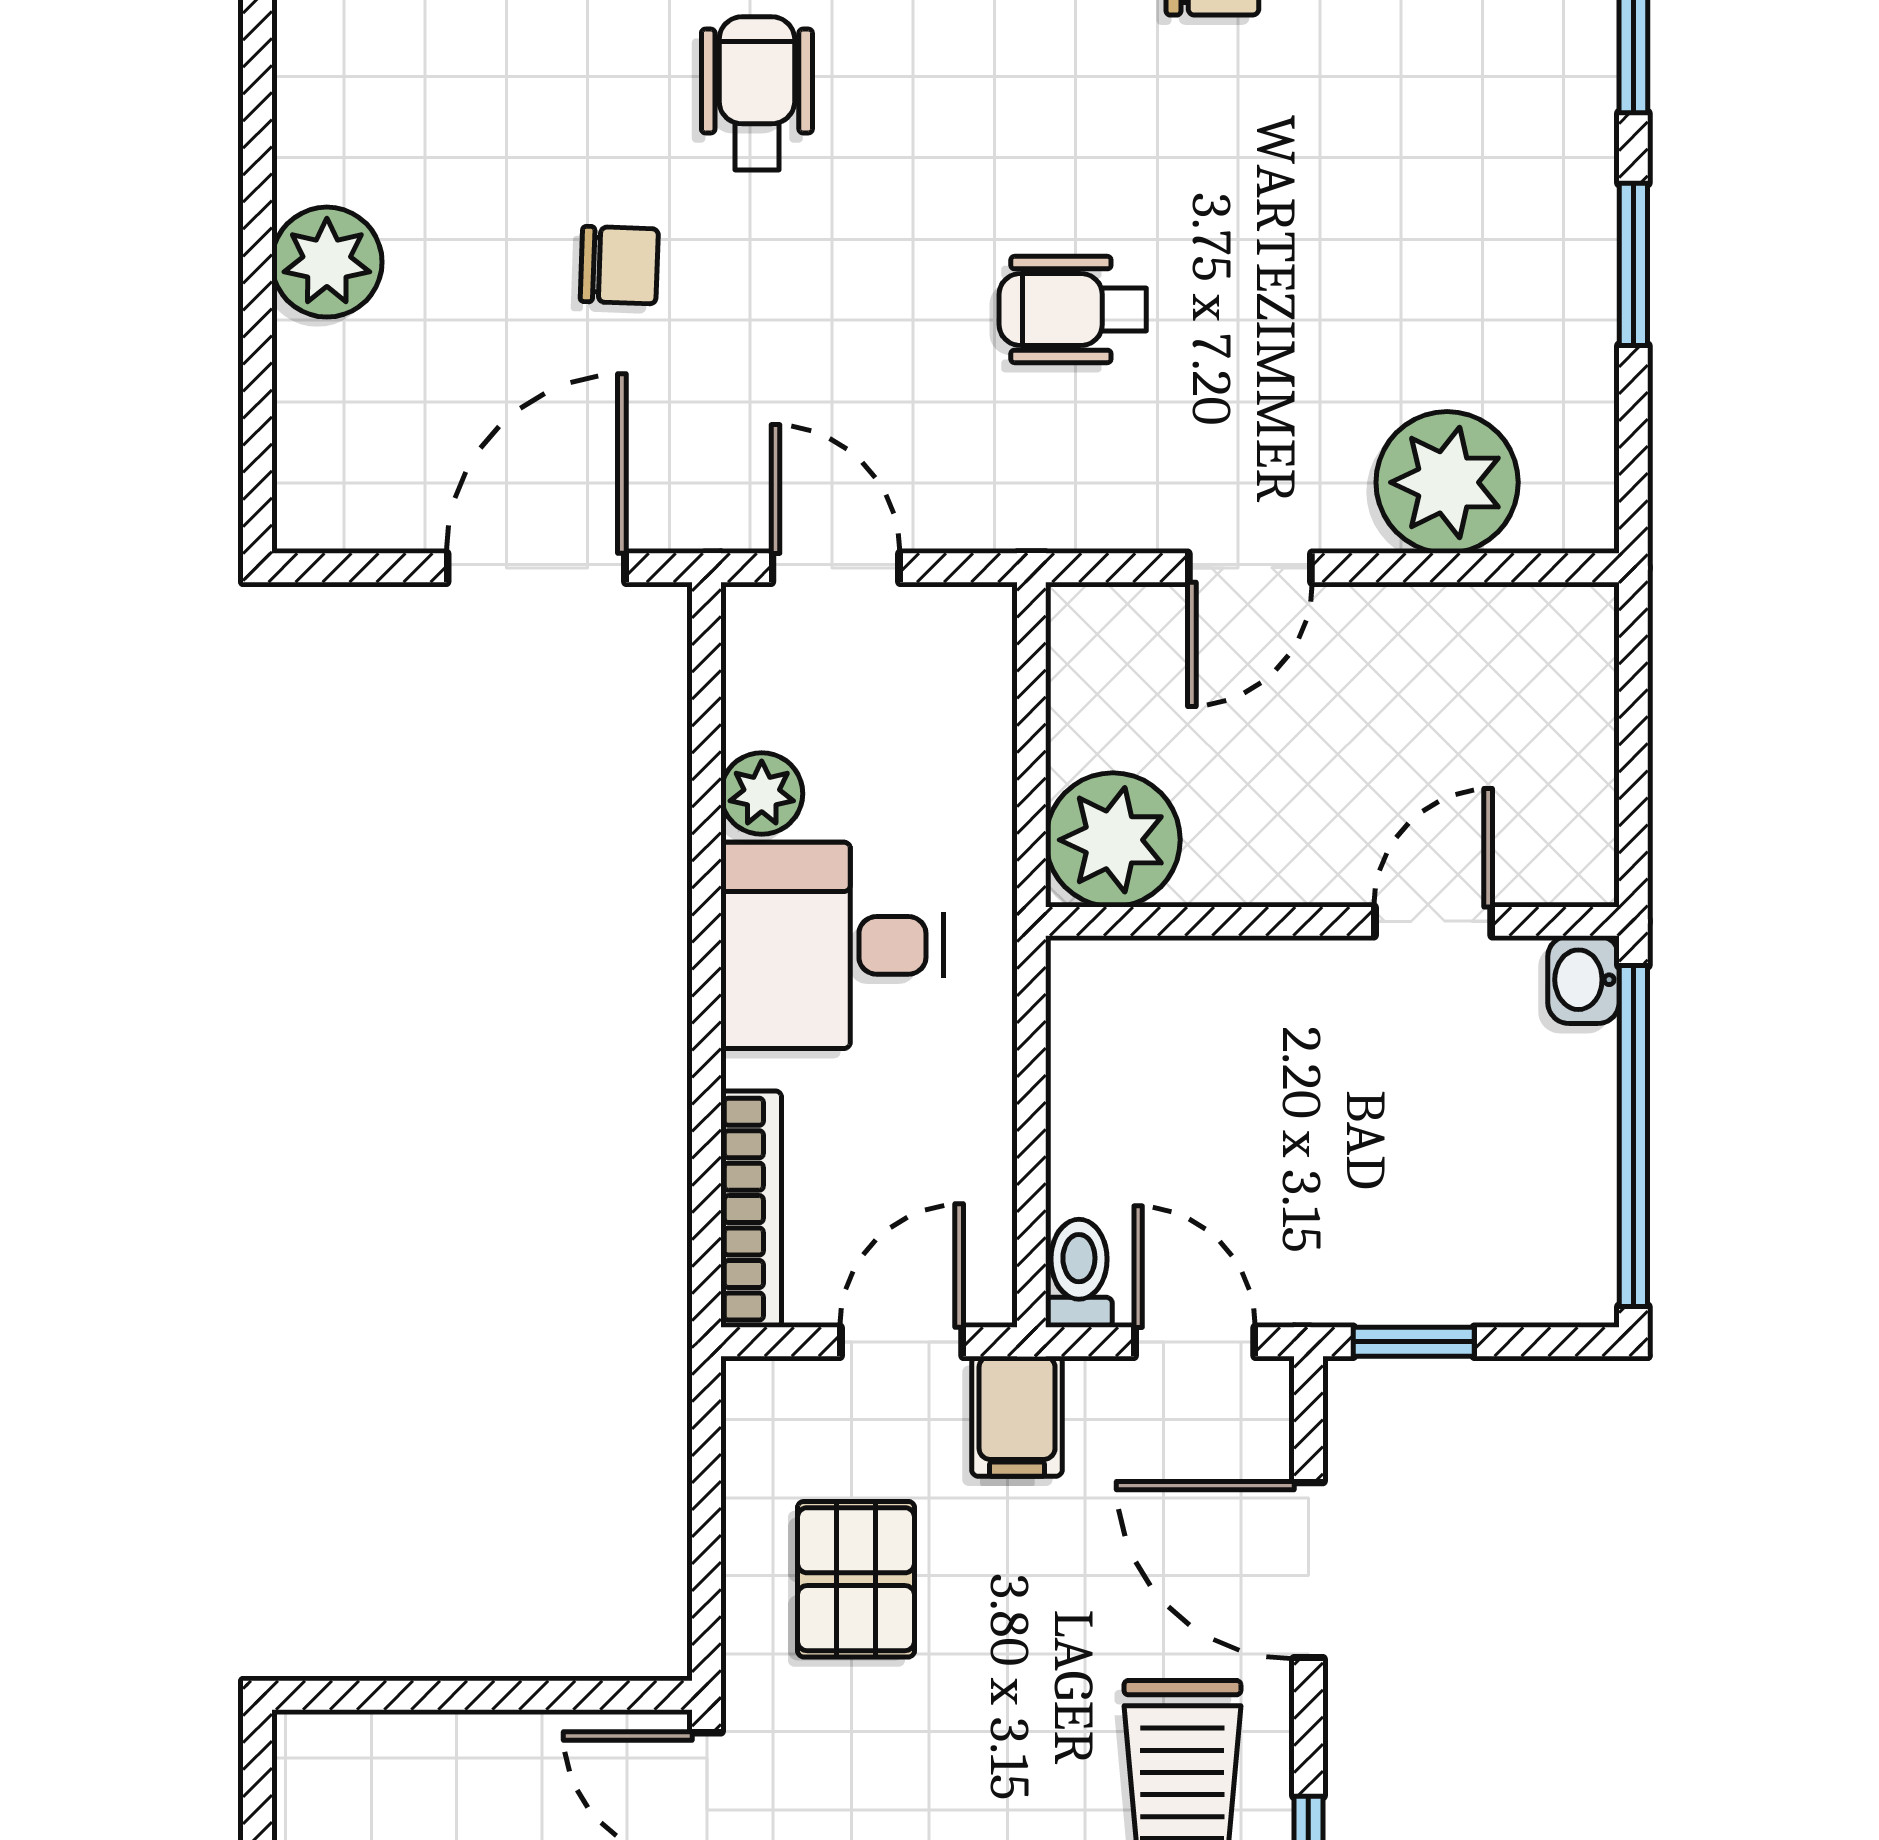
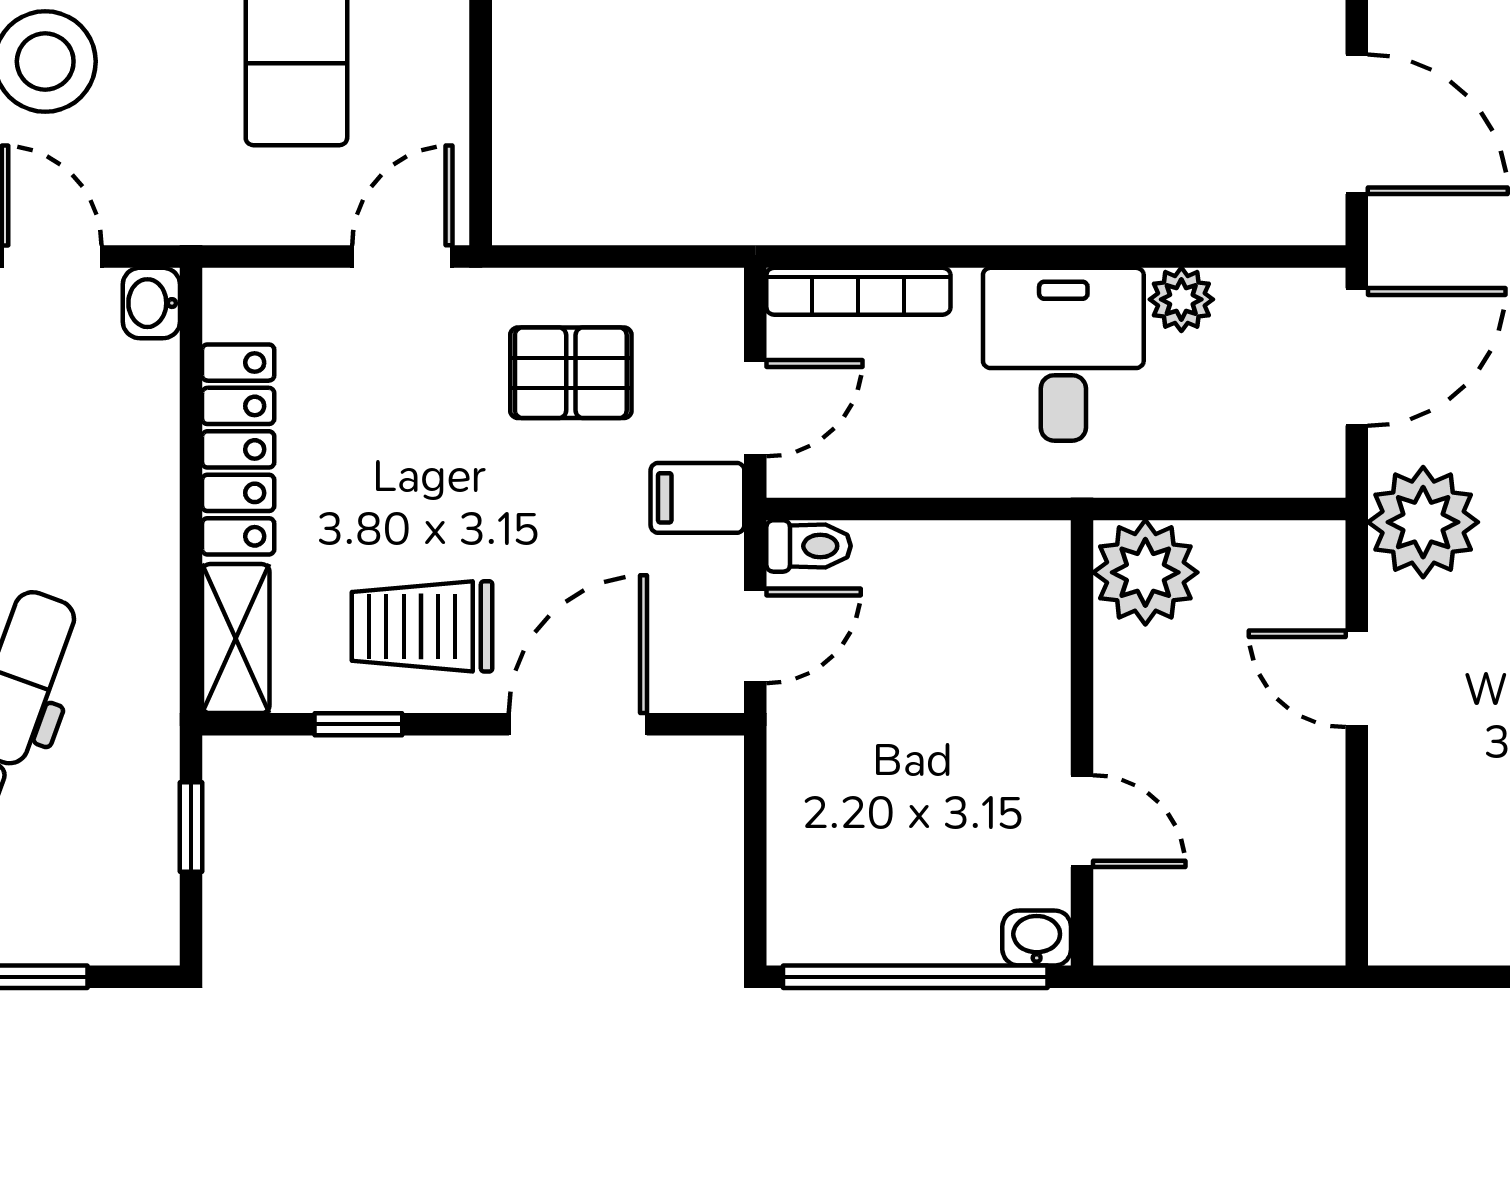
plant: (1447, 482) -> (1423, 522), moved
door: (836, 568) -> (1357, 357), width x1.38
door: (902, 1342) -> (755, 408), hinge flipped
window: (1414, 1342) -> (755, 806), removed

